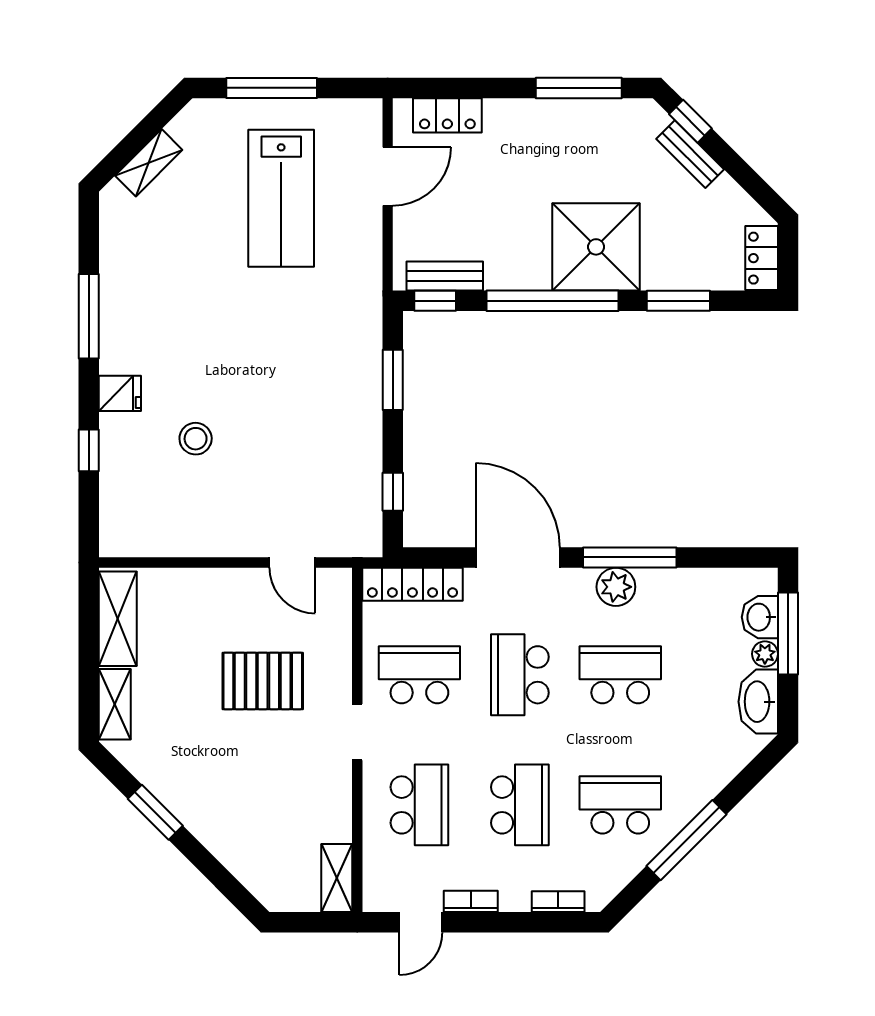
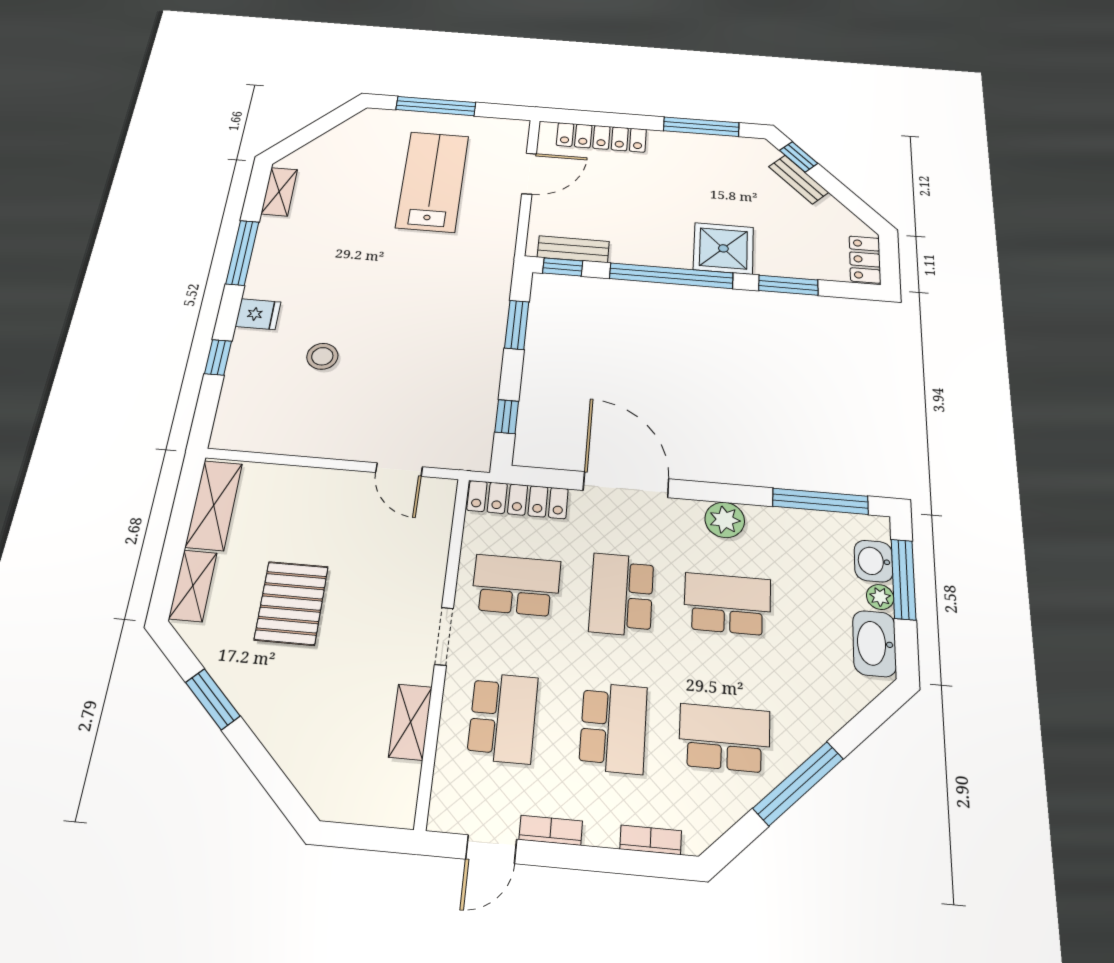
locker: (447, 115) -> (601, 137), width x1.53
shelving: (149, 163) -> (279, 192), moved, turned -45
lab bench: (281, 198) -> (433, 181), turned 180
shower: (596, 247) -> (723, 248), width x0.73, depth x0.73
window: (630, 557) -> (820, 501), moved
pallet: (263, 681) -> (291, 603), moved, turned 90
shelving: (337, 878) -> (411, 722), moved

